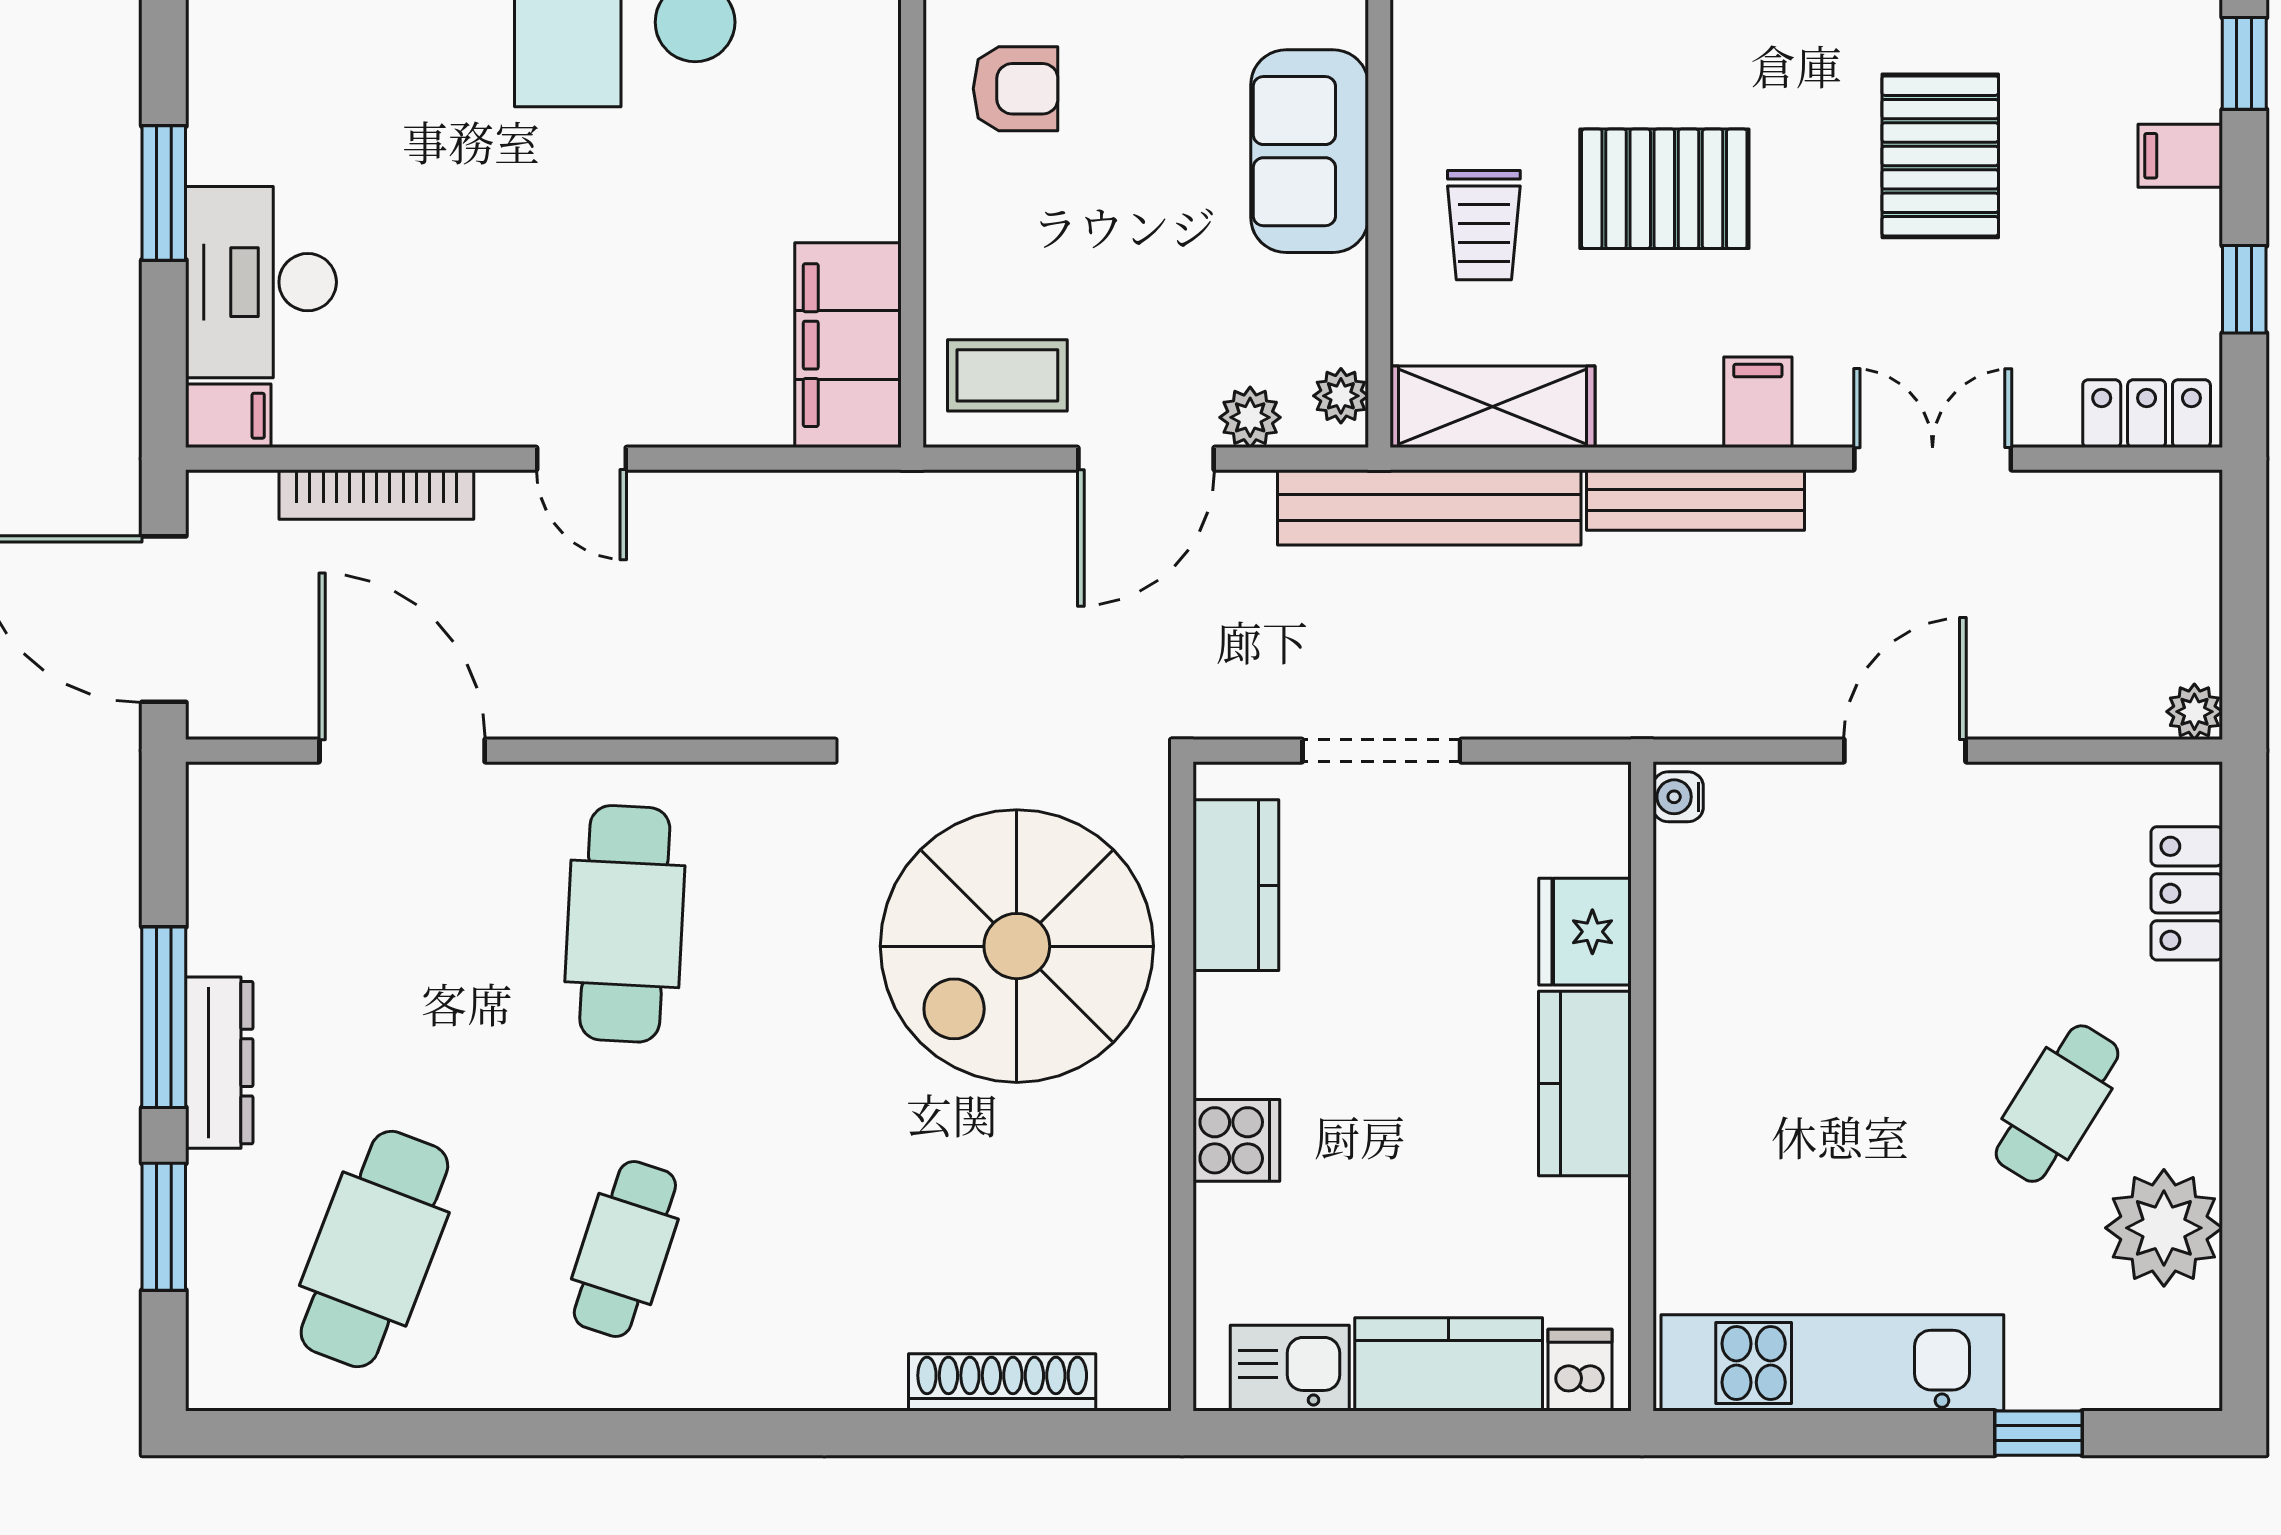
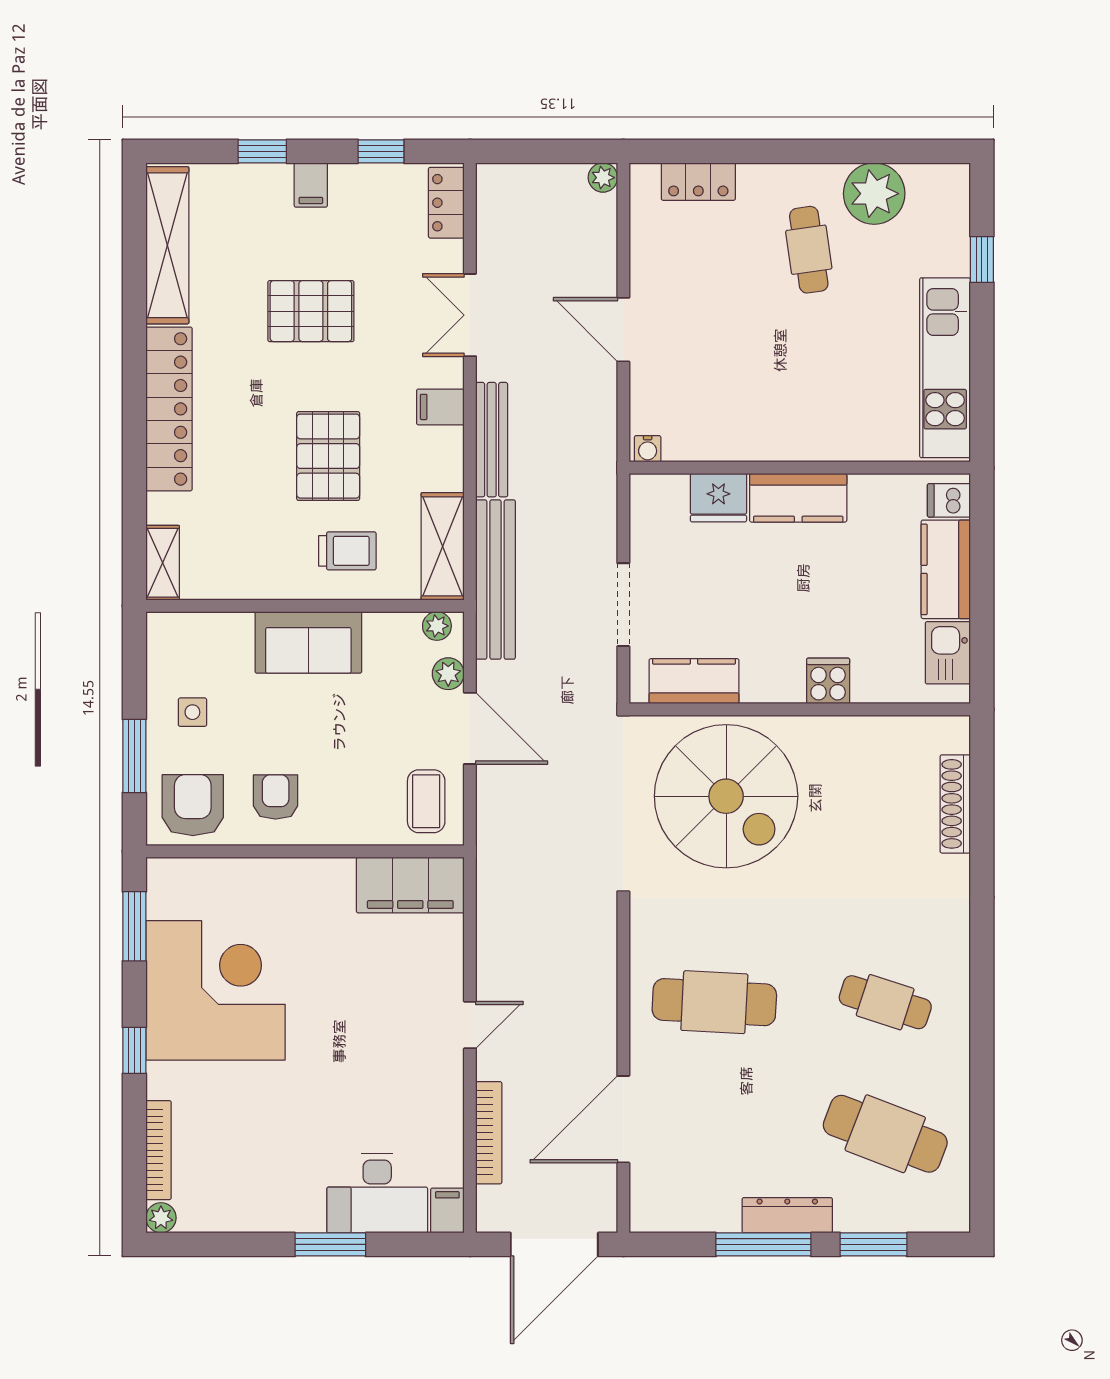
cafe table: (2057, 1104) -> (809, 250), turned 50

